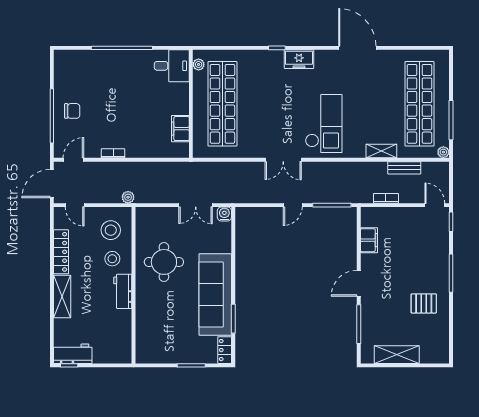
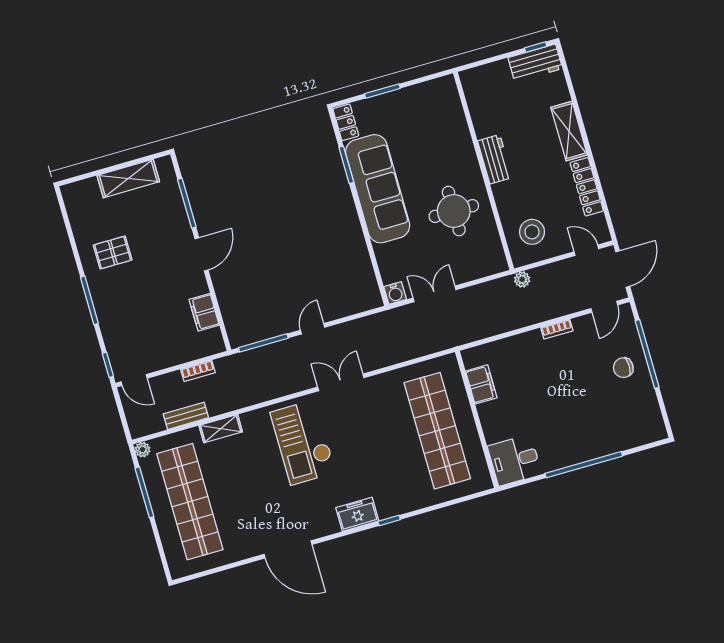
plant: (199, 64) -> (481, 471), removed
stool: (112, 259) -> (520, 197), removed

